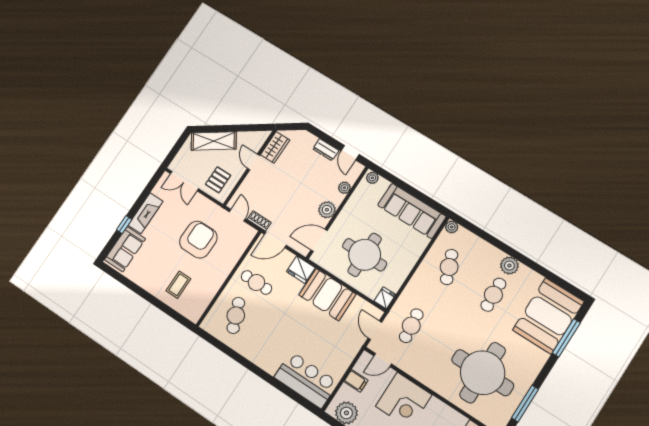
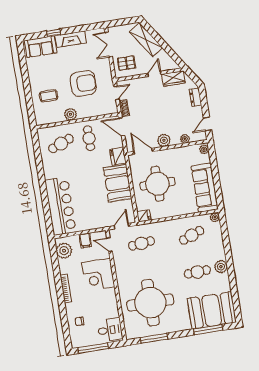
dresser: (326, 150) -> (195, 97), moved
plant: (216, 280) -> (70, 114), added
bar counter: (306, 380) -> (60, 206), width x1.36

